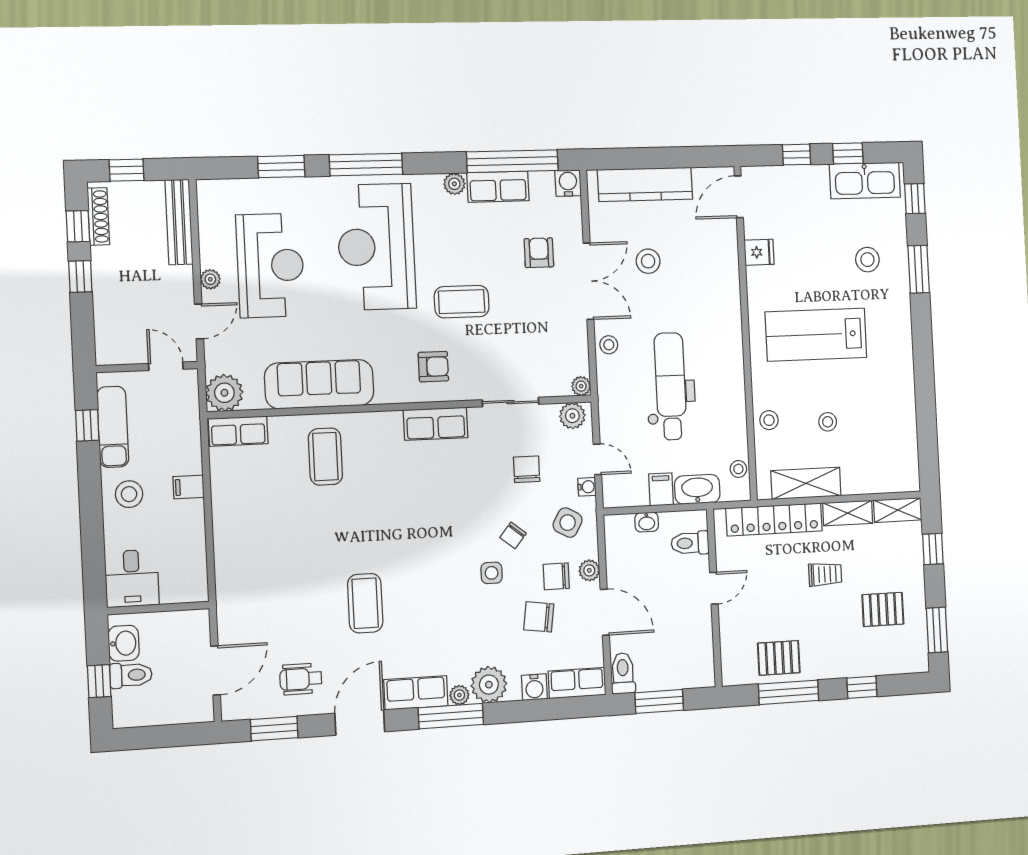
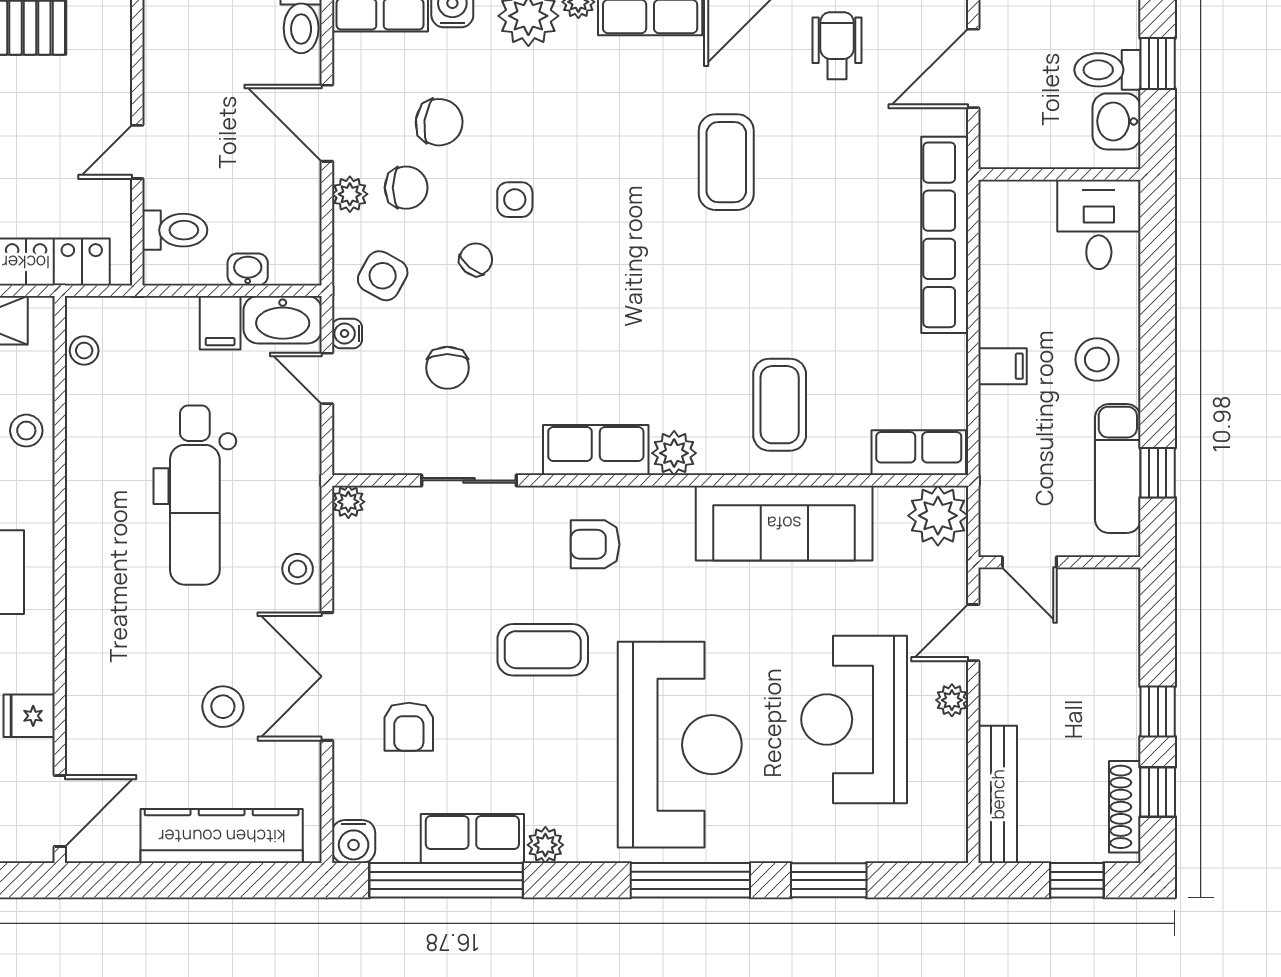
plant: (572, 416) -> (674, 453), moved
washbasin: (697, 489) -> (283, 320), moved
row of seats: (228, 566) -> (945, 235), added
wheelchair: (301, 679) -> (837, 46), turned -90

